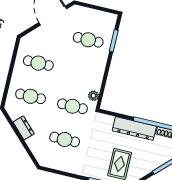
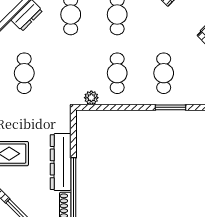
cafe table: (72, 106) -> (117, 73), moved

